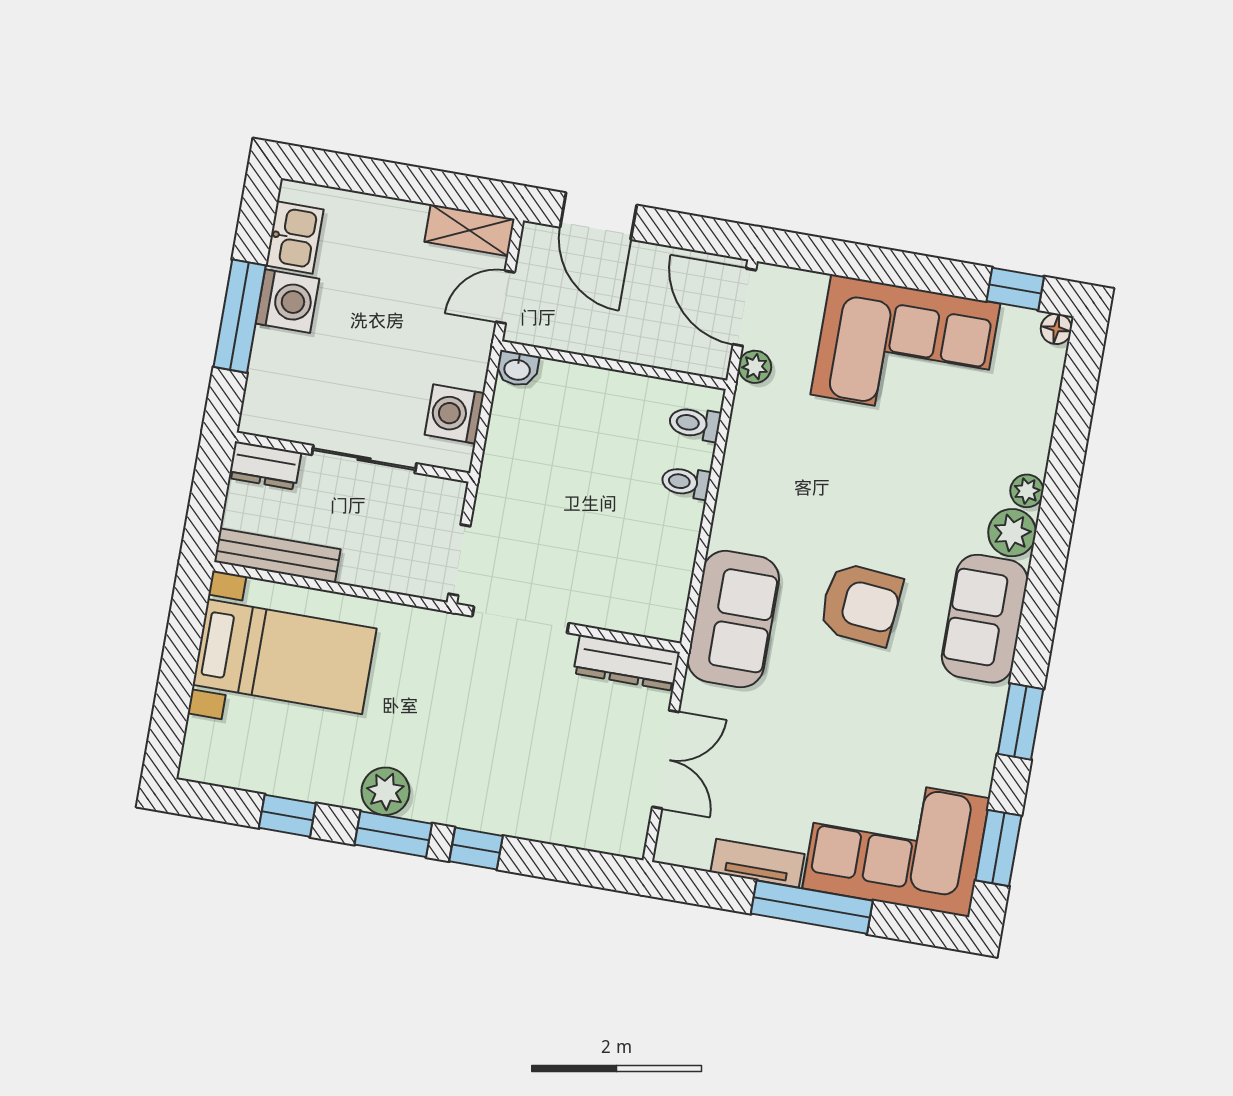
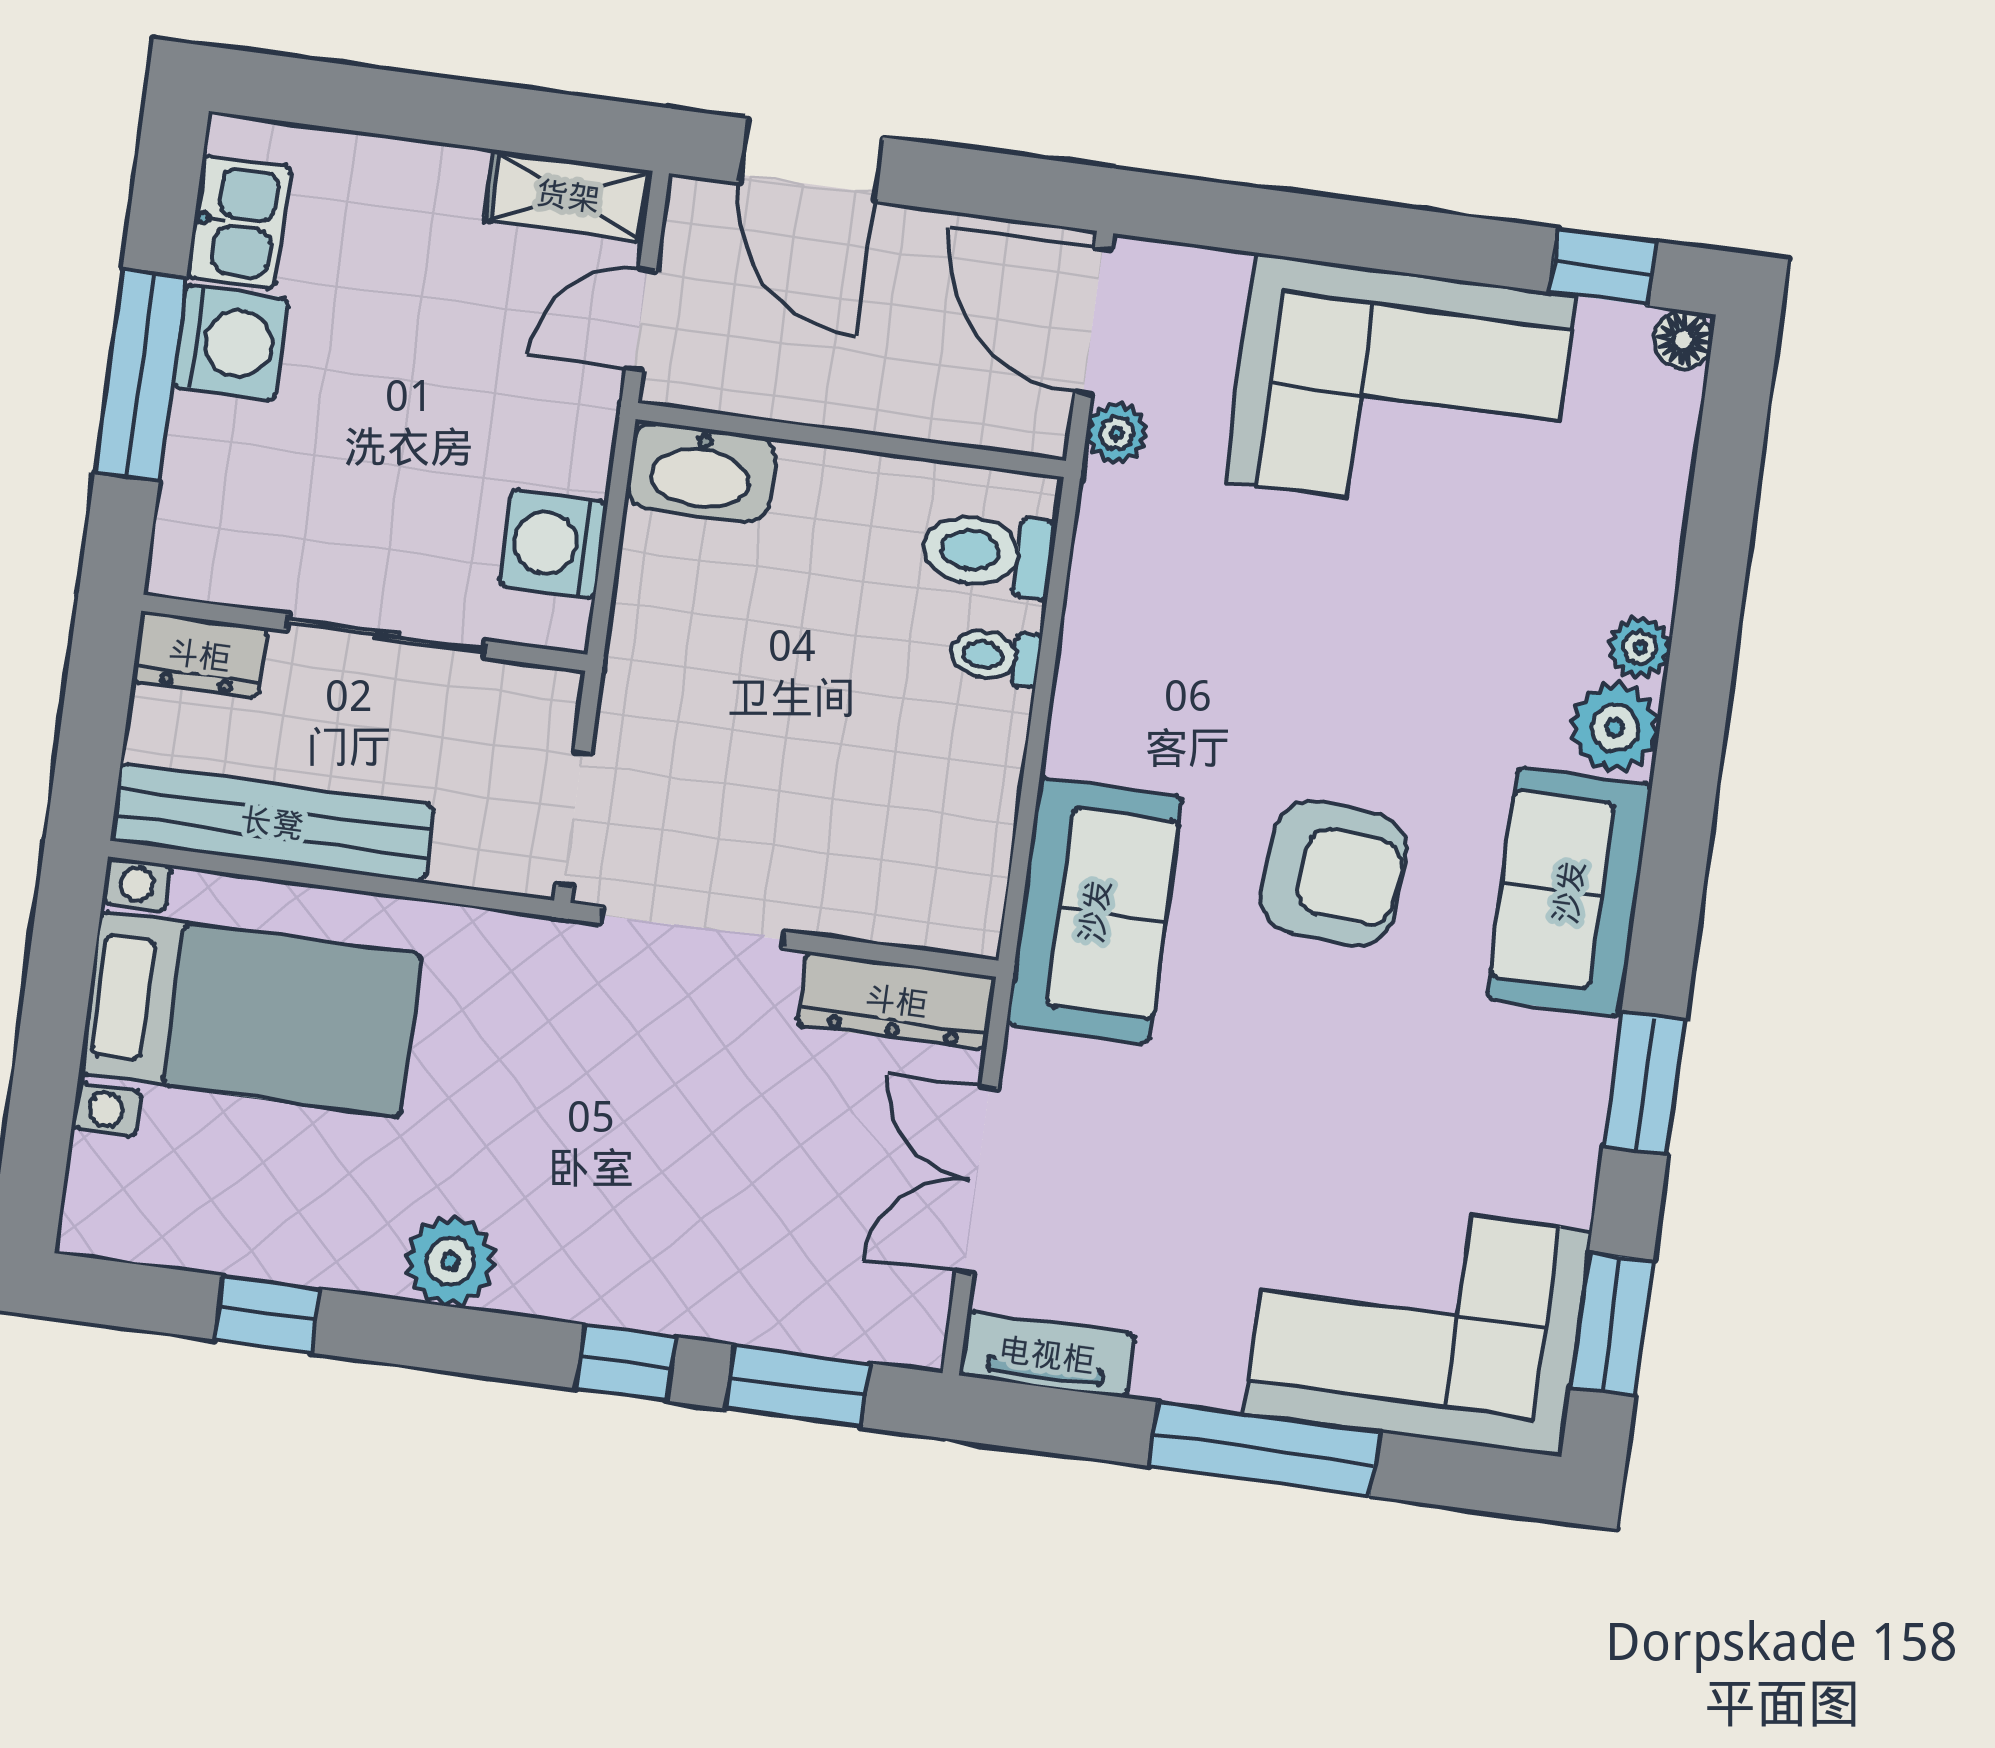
washbasin: (517, 369) -> (701, 472), width x1.91, depth x1.45
toilet: (695, 424) -> (988, 553), width x1.37, depth x1.39
bench: (277, 556) -> (272, 823), width x1.37, depth x1.21
double door: (665, 759) -> (977, 1181), swing flipped
window: (393, 834) -> (798, 1386), moved
tv unit: (758, 863) -> (1047, 1355), moved

